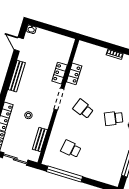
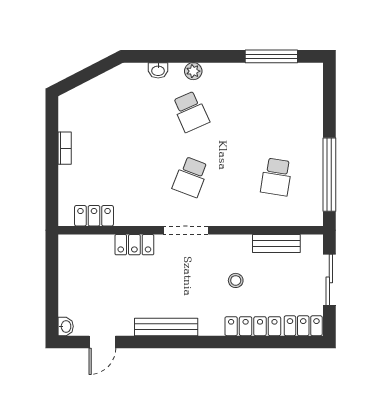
locker: (74, 74) -> (94, 216), moved

